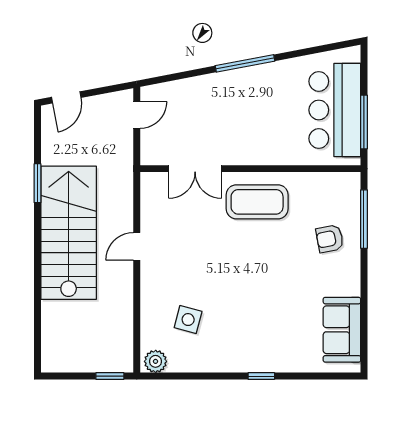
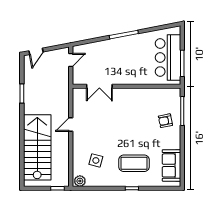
coffee table: (257, 202) -> (134, 163), moved
stairs: (69, 233) -> (37, 147), moved

